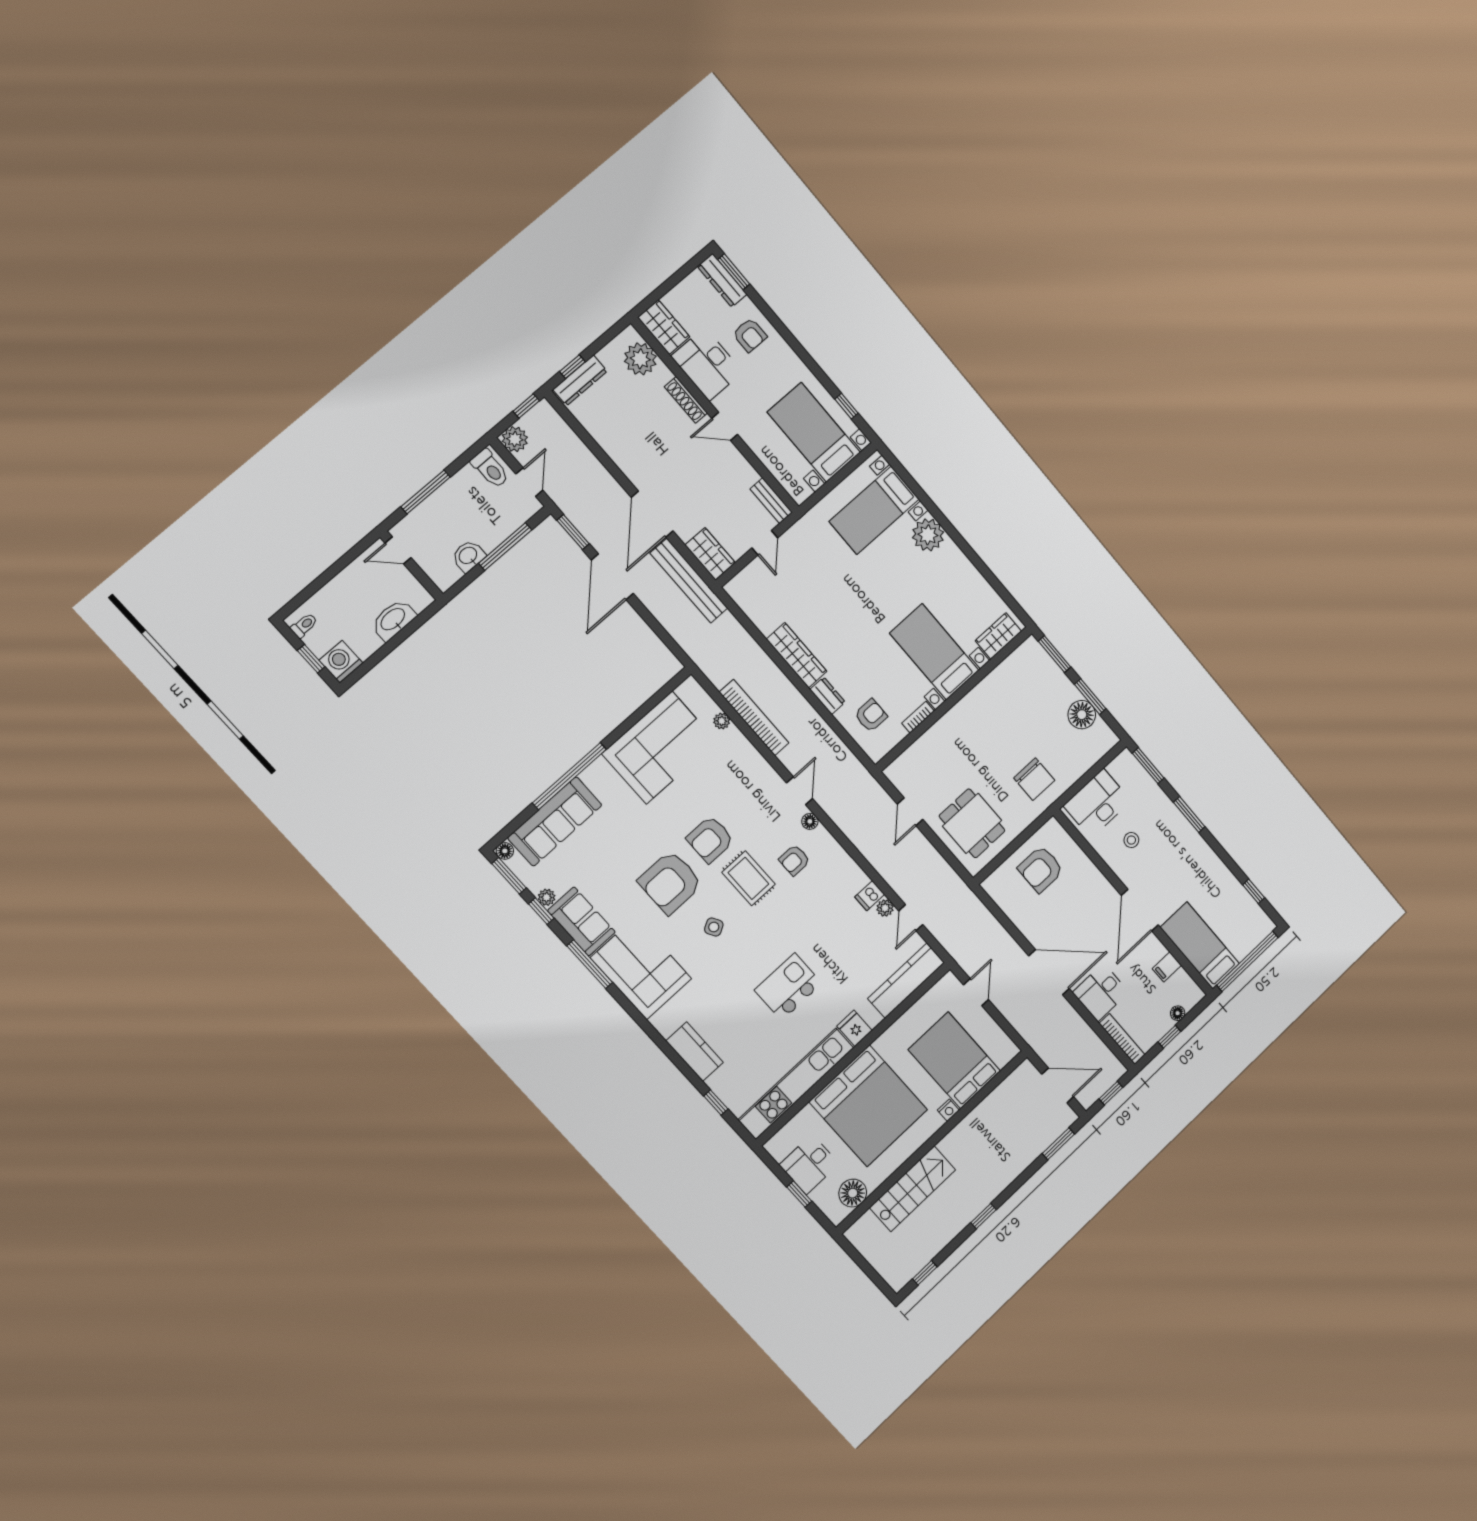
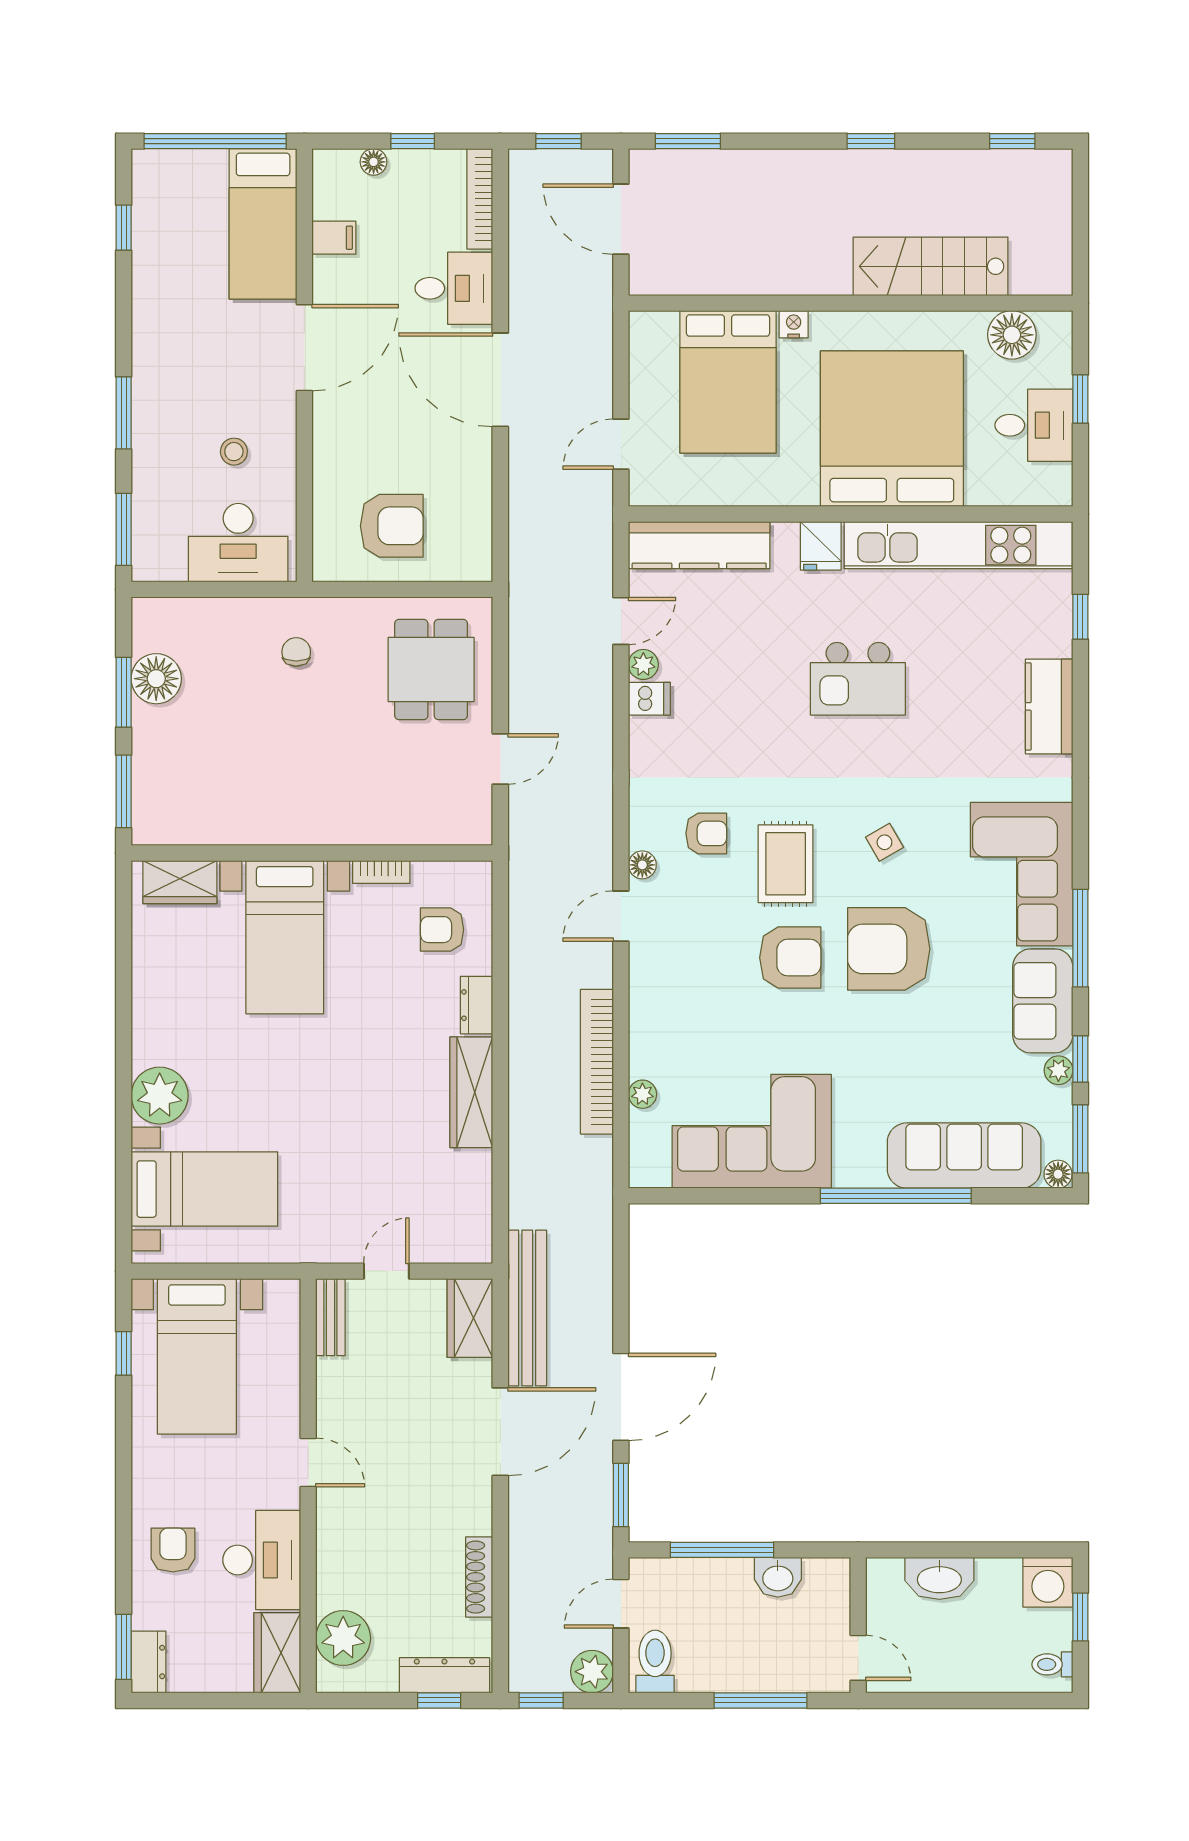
dresser: (722, 280) -> (149, 1662), width x0.70
shoe rack: (686, 400) -> (479, 1577), moved, turned 180
chair: (1034, 779) -> (296, 652), width x0.54, depth x0.54
armchair: (670, 882) -> (889, 949), turned 180

